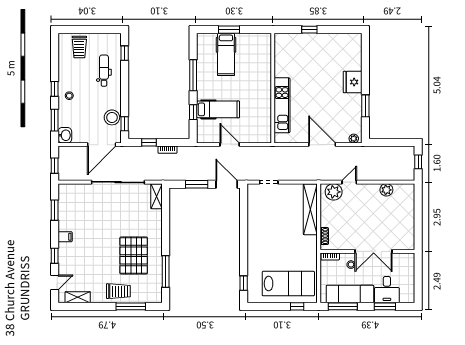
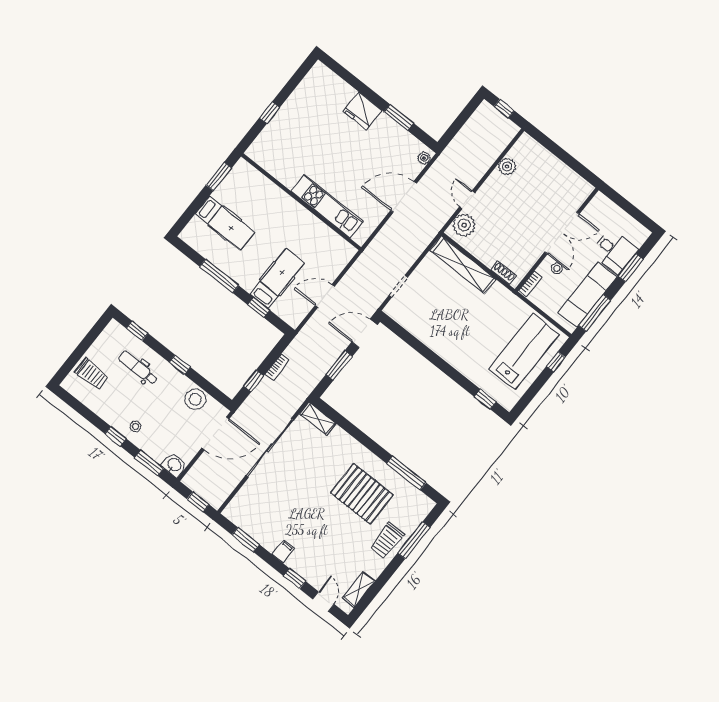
window: (229, 30) -> (219, 176), moved
window: (125, 124) -> (180, 365), moved
door: (102, 145) -> (215, 433), hinge flipped
trolley: (118, 291) -> (387, 541), turned 180

